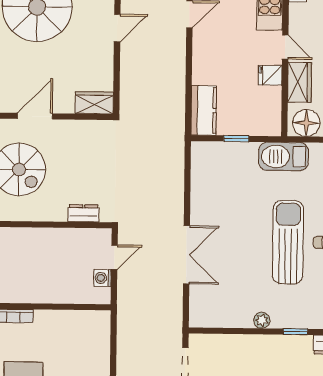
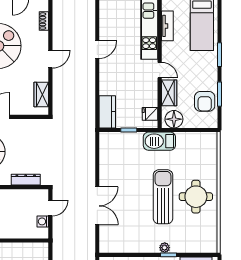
fridge: (270, 75) -> (150, 114), moved
wardrobe: (94, 103) -> (41, 95), moved, turned -90
dresser: (84, 213) -> (26, 180), width x1.44
plant: (262, 320) -> (165, 248), moved

